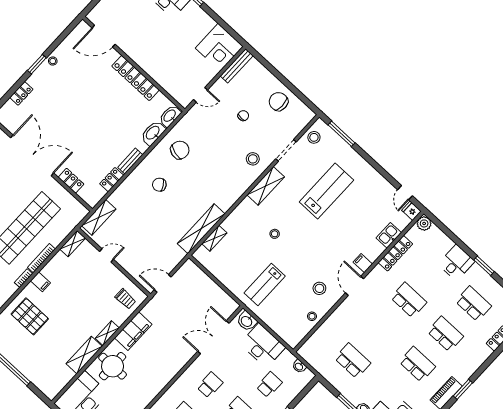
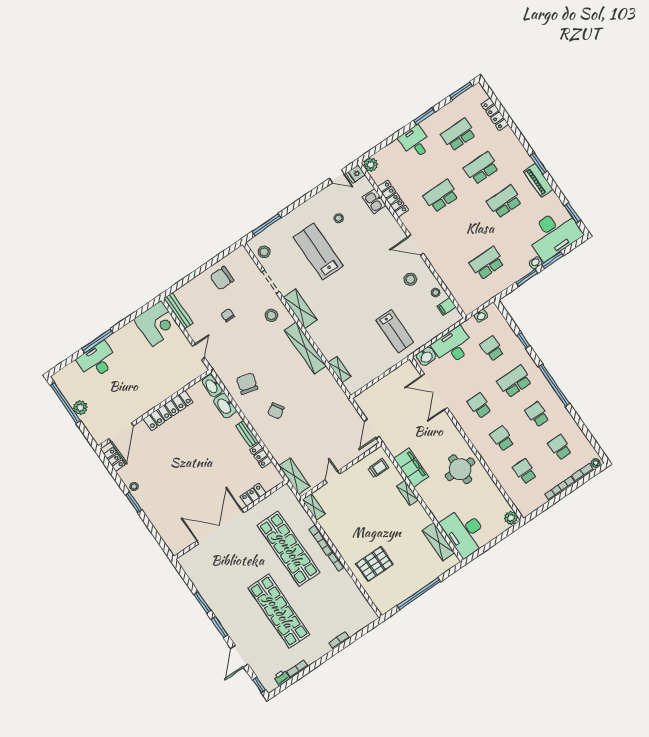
locker: (21, 93) -> (114, 459), moved
shelving: (201, 229) -> (305, 348), moved
stool: (275, 234) -> (339, 218), moved
filing cabinet: (363, 263) -> (446, 306), moved
filing cabinet: (40, 282) -> (344, 546), removed
shelving: (84, 355) -> (438, 542), moved
round table: (113, 366) -> (460, 469), moved

